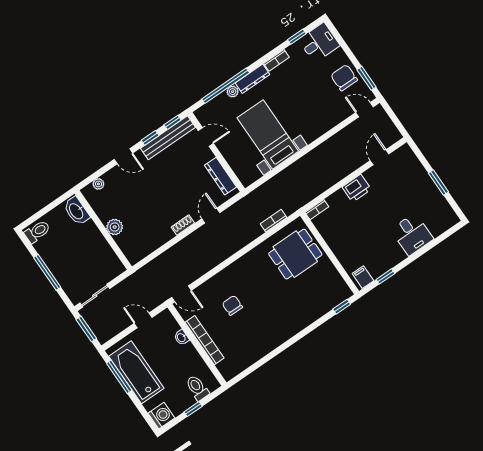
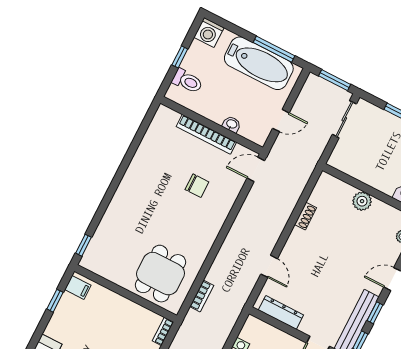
shoe rack: (183, 225) -> (306, 216), moved

